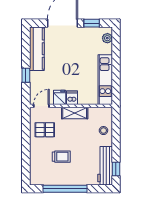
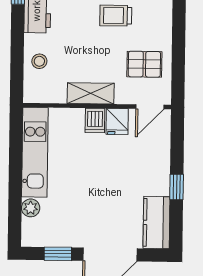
plant: (107, 38) -> (31, 208), moved
kitchen counter: (37, 49) -> (156, 223), width x0.67
window: (26, 75) -> (177, 187), moved

